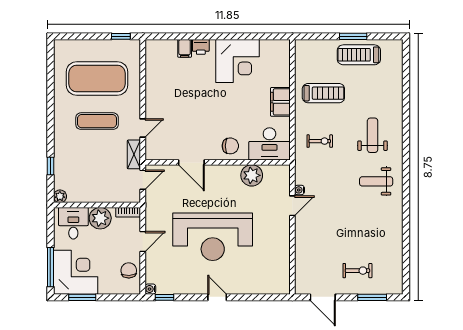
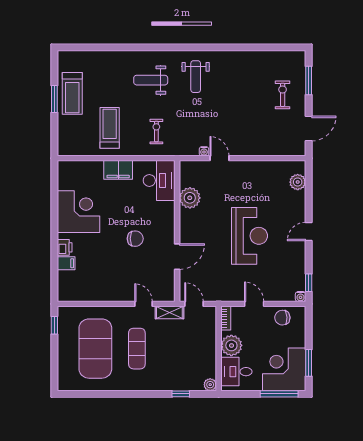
chair: (230, 146) -> (135, 239), moved, turned 90
reception desk: (213, 237) -> (250, 236), width x0.74, depth x0.77
plant: (268, 286) -> (298, 182), added

